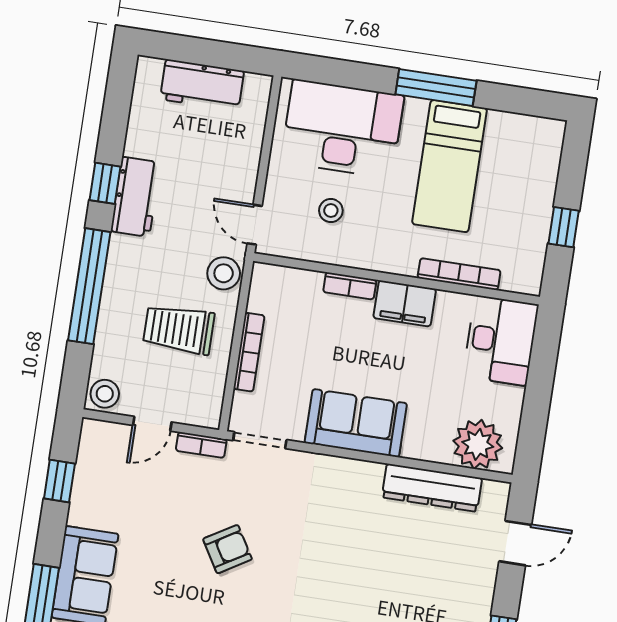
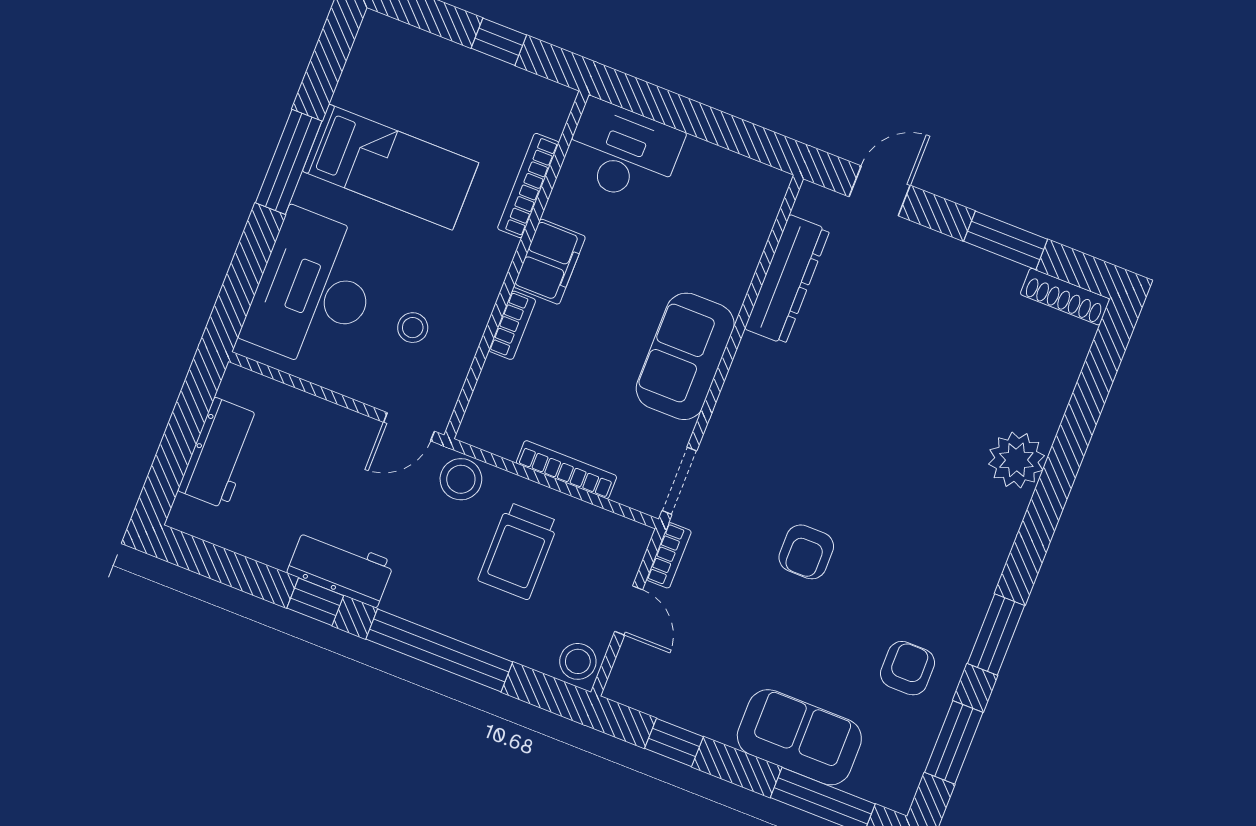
plant: (478, 444) -> (746, 210), removed
door: (515, 543) -> (880, 191), hinge flipped
armchair: (227, 549) -> (806, 552), turned -149

